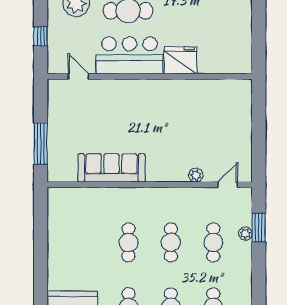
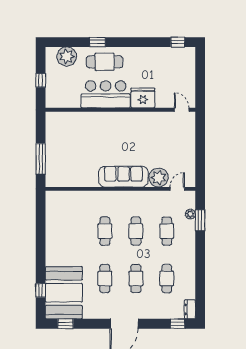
door: (78, 76) -> (182, 110), moved
sofa: (111, 168) -> (123, 177), moved
plant: (196, 175) -> (159, 178), width x1.88, depth x1.88
plant: (245, 234) -> (190, 214), moved

